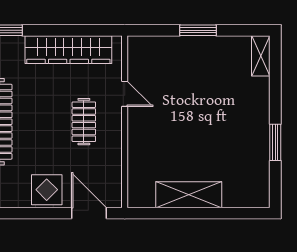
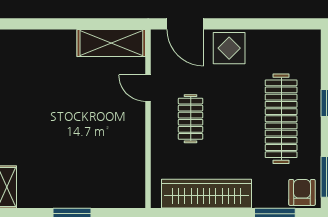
door: (125, 94) -> (148, 88), moved
shelving: (189, 195) -> (111, 43), moved

